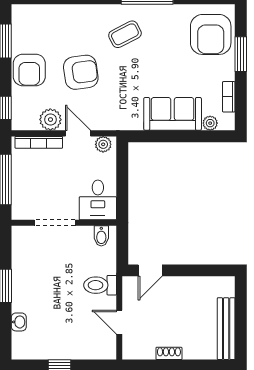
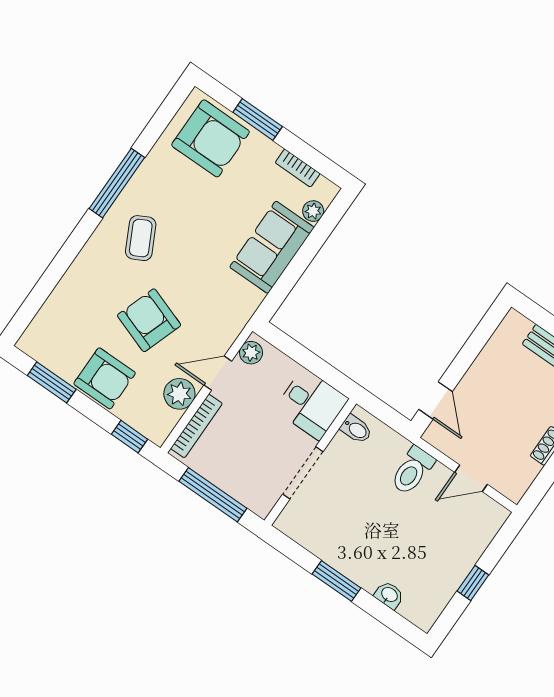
armchair: (81, 72) -> (149, 320), turned -63

